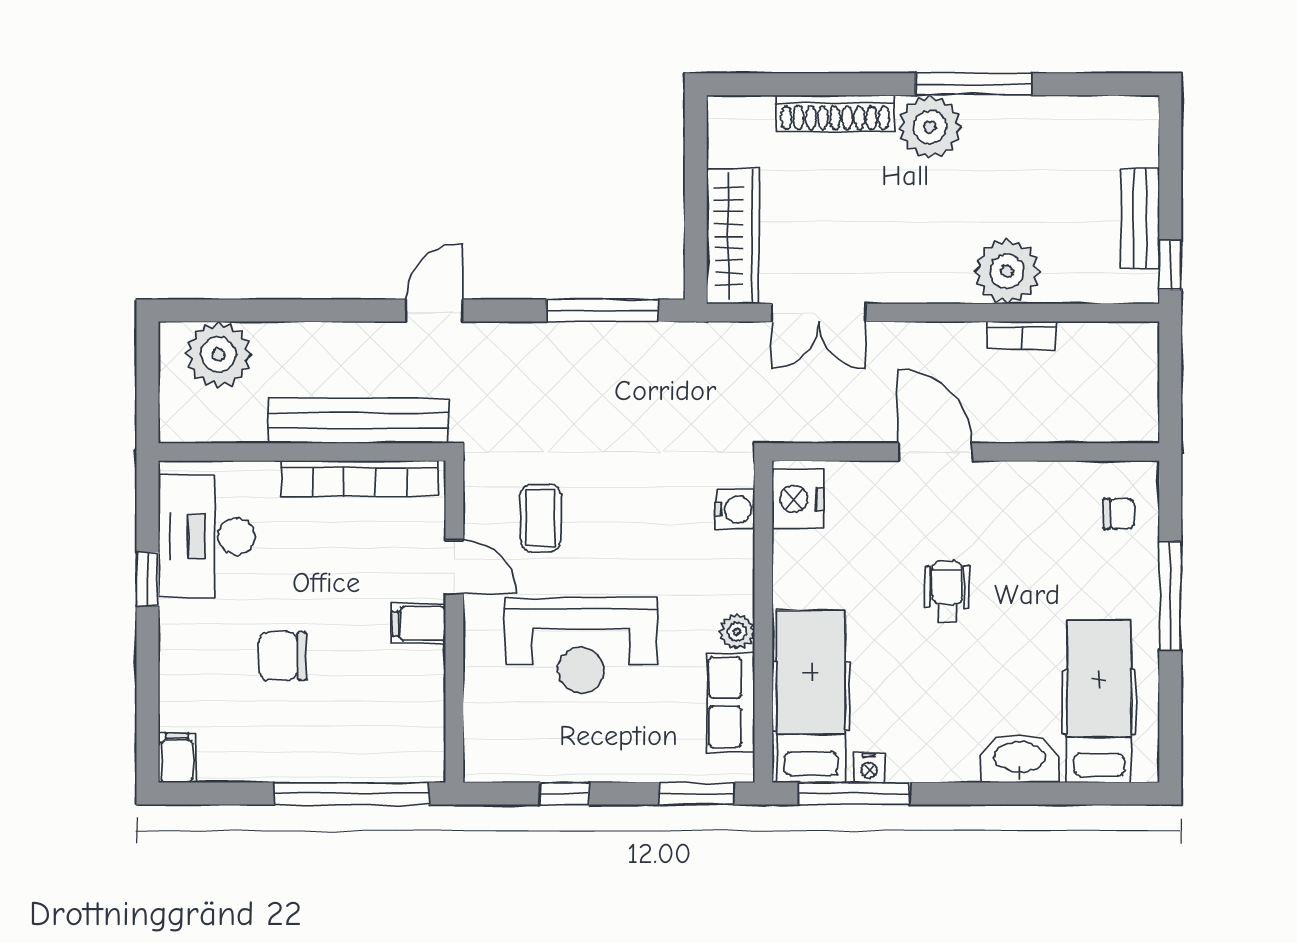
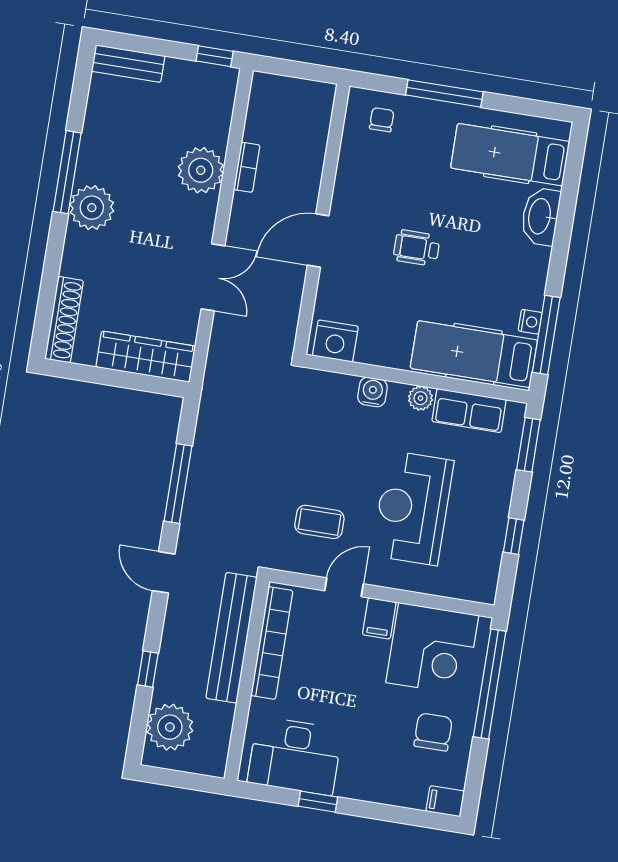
shoe rack: (835, 113) -> (64, 320), moved
bench: (1140, 218) -> (128, 64), moved
window: (295, 311) -> (148, 669), added
window: (602, 311) -> (178, 484), moved
double door: (819, 313) -> (213, 277), moved
water cooler: (735, 509) -> (372, 392), moved
reception desk: (581, 645) -> (413, 508), turned 180
chair: (283, 656) -> (433, 732), moved, turned 180
corner desk: (388, 705) -> (432, 649), added

